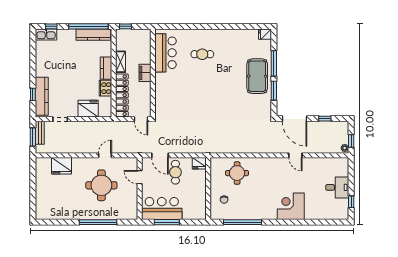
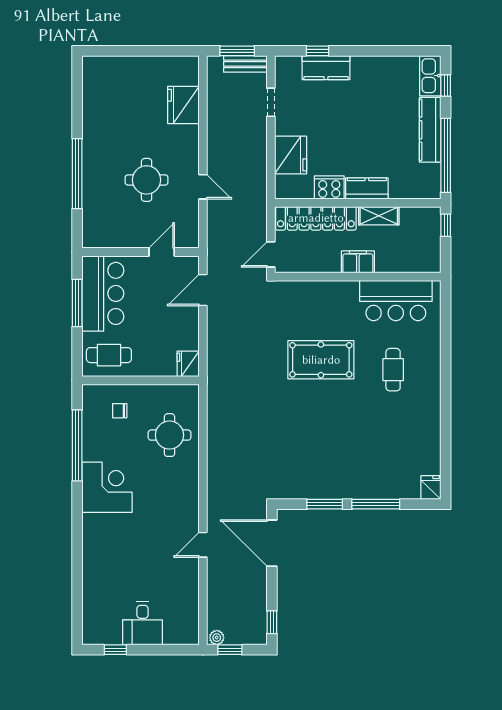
kitchen counter: (93, 35) -> (430, 130), moved
pool table: (257, 76) -> (321, 360), moved
kitchen counter: (42, 96) -> (326, 68), width x0.67
door: (294, 119) -> (272, 543), hinge flipped
window: (325, 119) -> (272, 622), moved
cafe table: (175, 172) -> (109, 355), moved
round table: (101, 185) -> (147, 180), width x0.73, depth x0.73
corner desk: (291, 206) -> (107, 487), moved

